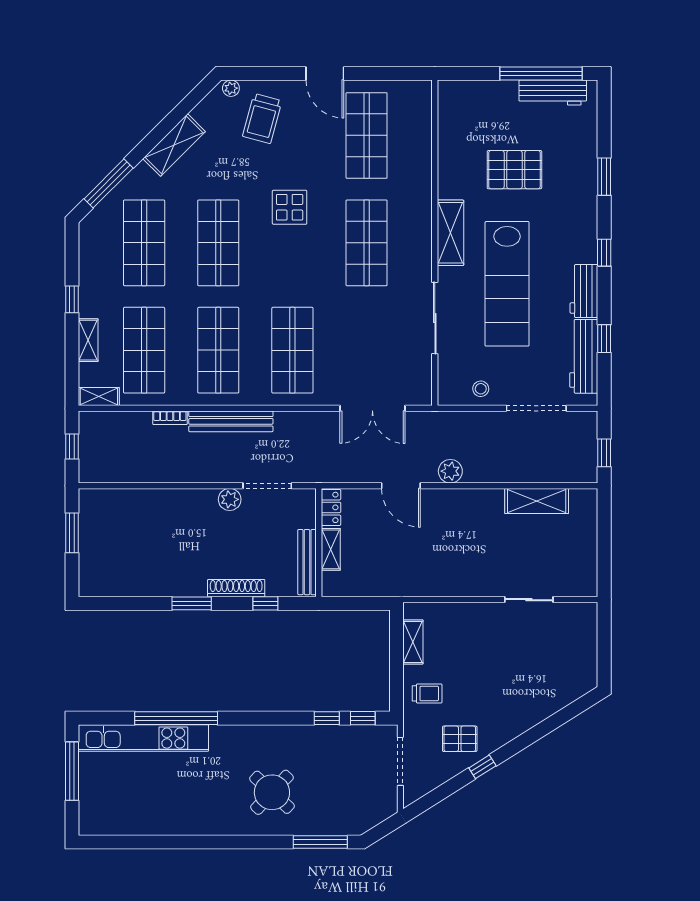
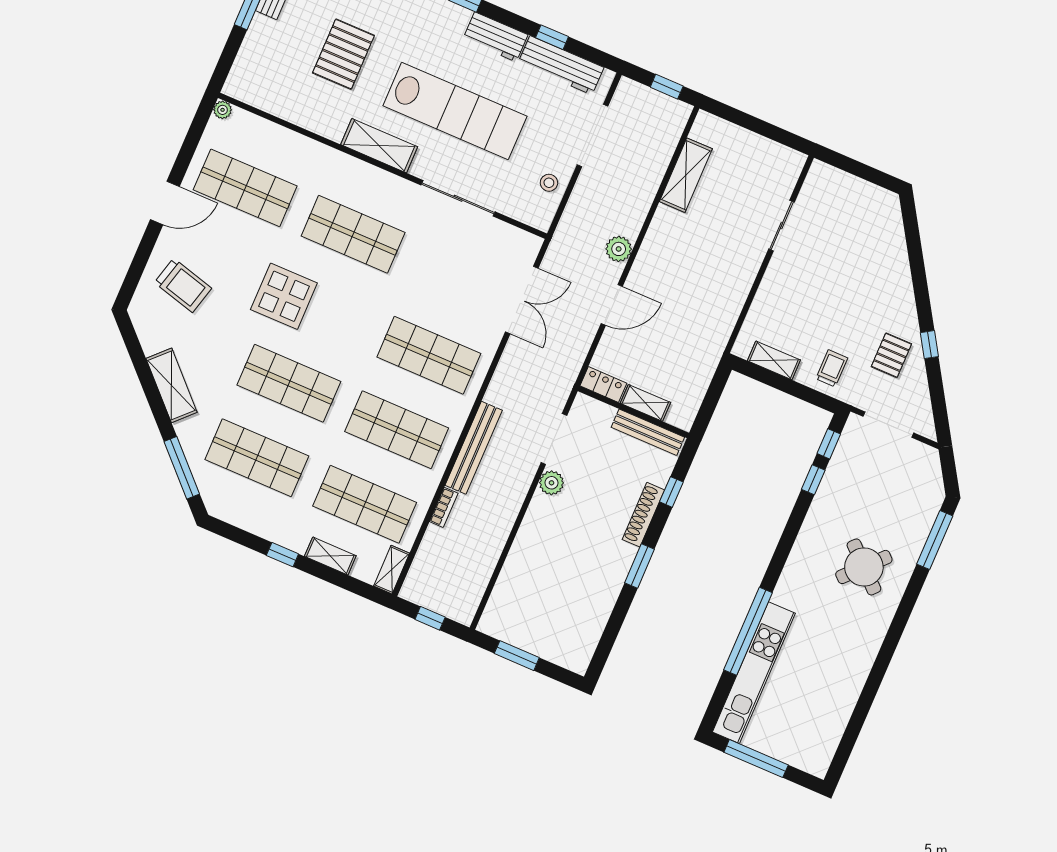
plant: (231, 88) -> (223, 110), moved
display table: (290, 207) -> (284, 296), width x1.36, depth x1.36

